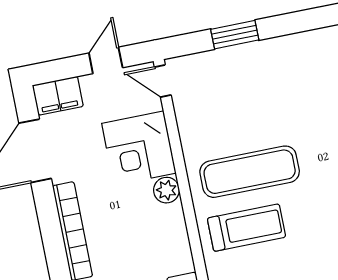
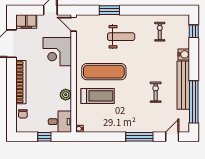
weight bench: (272, 88) -> (121, 37), added
plant: (166, 190) -> (66, 95), moved

